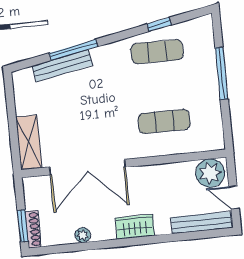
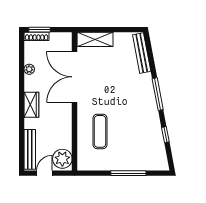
window: (73, 50) -> (158, 94), moved
exercise mat: (157, 52) -> (147, 131), removed
bench: (62, 66) -> (142, 53), moved

